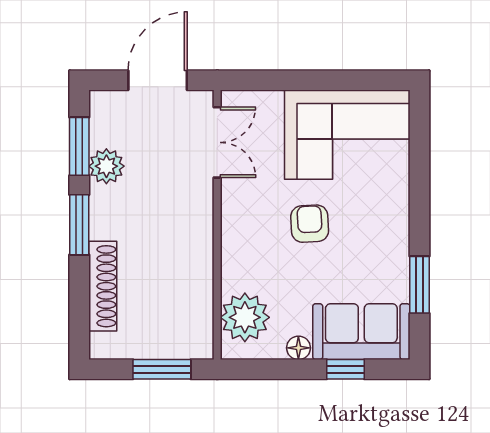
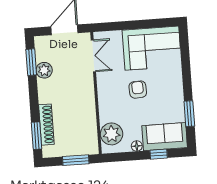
window: (79, 225) -> (36, 136), moved

